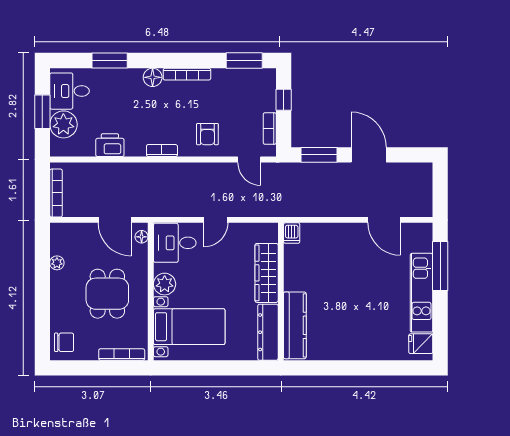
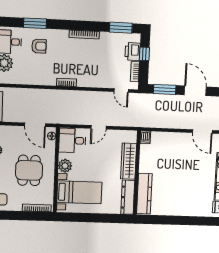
floor lamp: (153, 77) -> (62, 36), removed
armchair: (207, 134) -> (39, 46), moved, turned -90
printer: (110, 145) -> (133, 52), moved, turned -90

